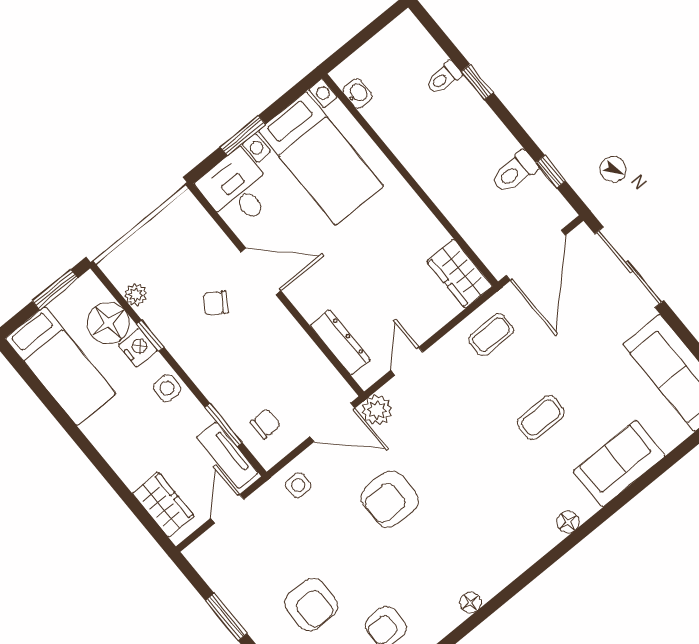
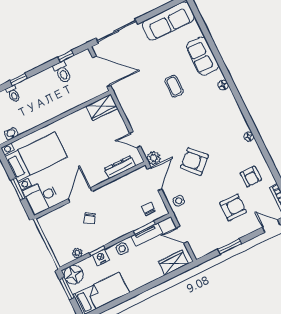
floor lamp: (108, 323) -> (74, 275), moved
coffee table: (491, 335) -> (132, 100), removed
tv unit: (227, 455) -> (147, 235), moved
armchair: (390, 499) -> (194, 162), turned 137

